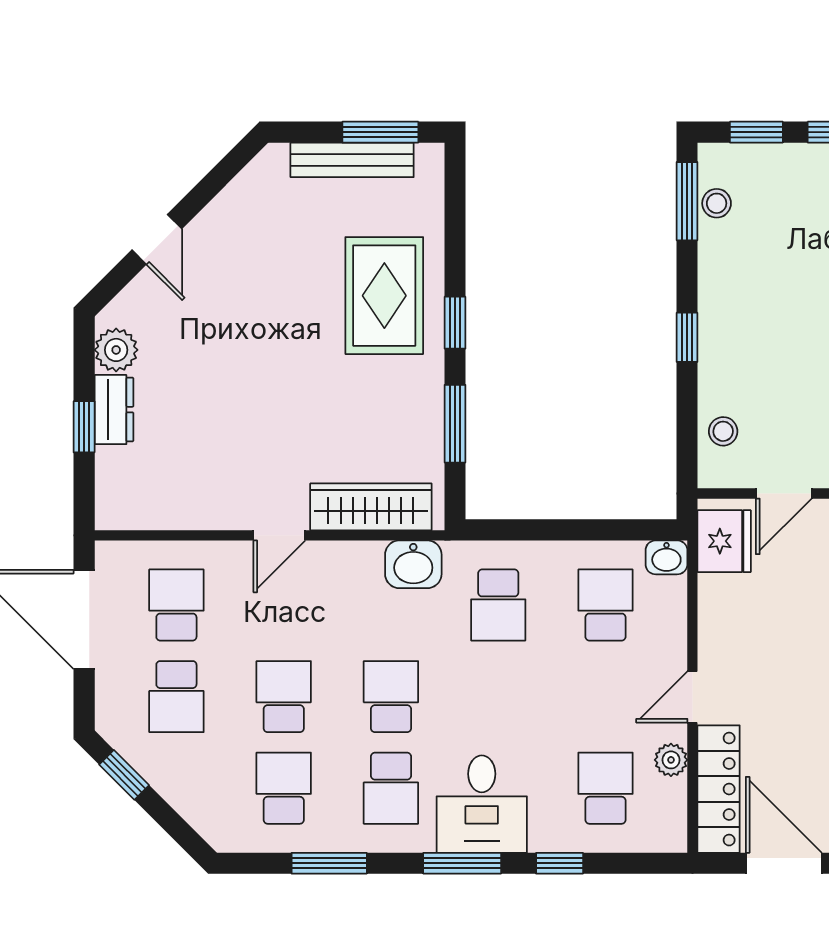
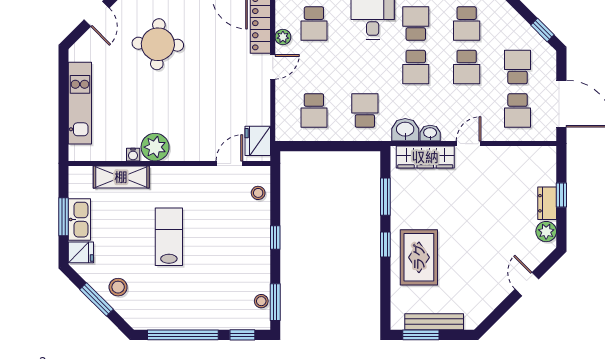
washbasin: (666, 557) -> (430, 133), moved

